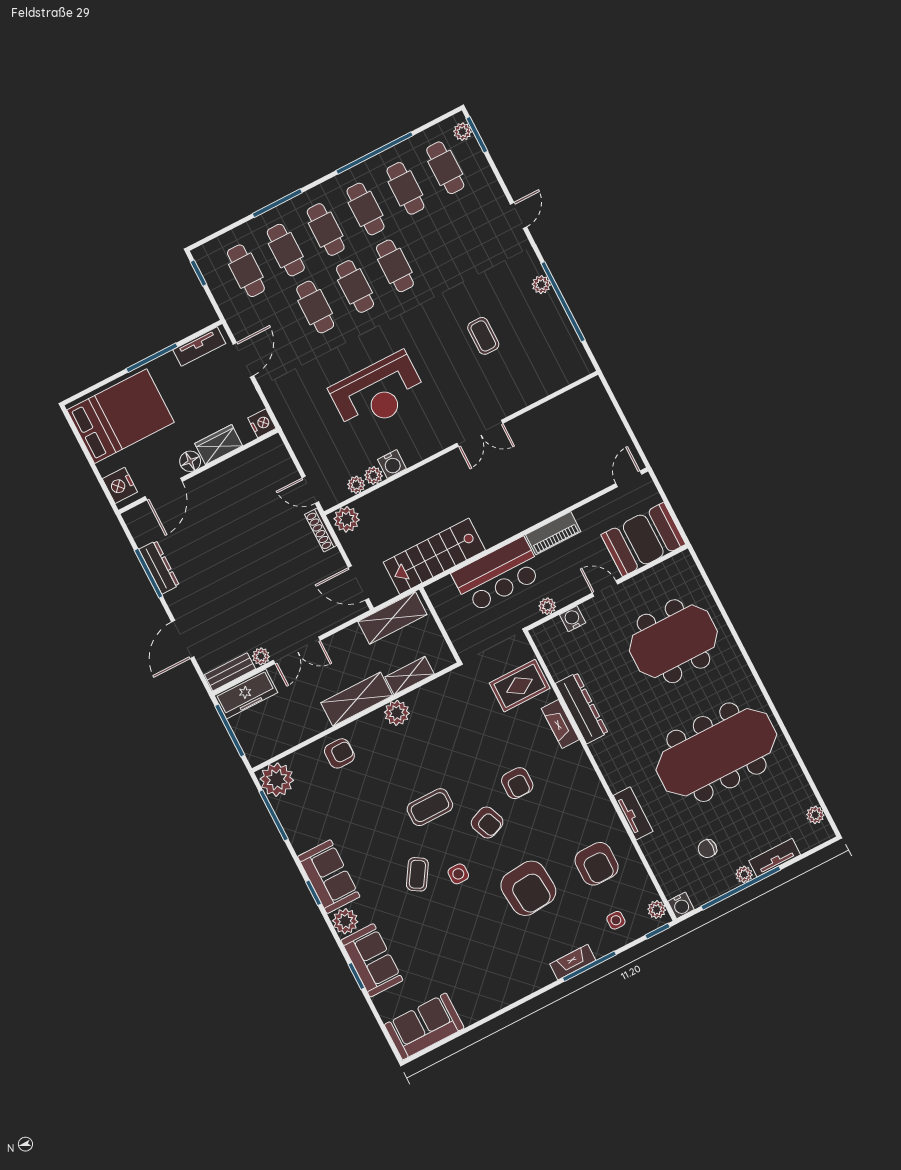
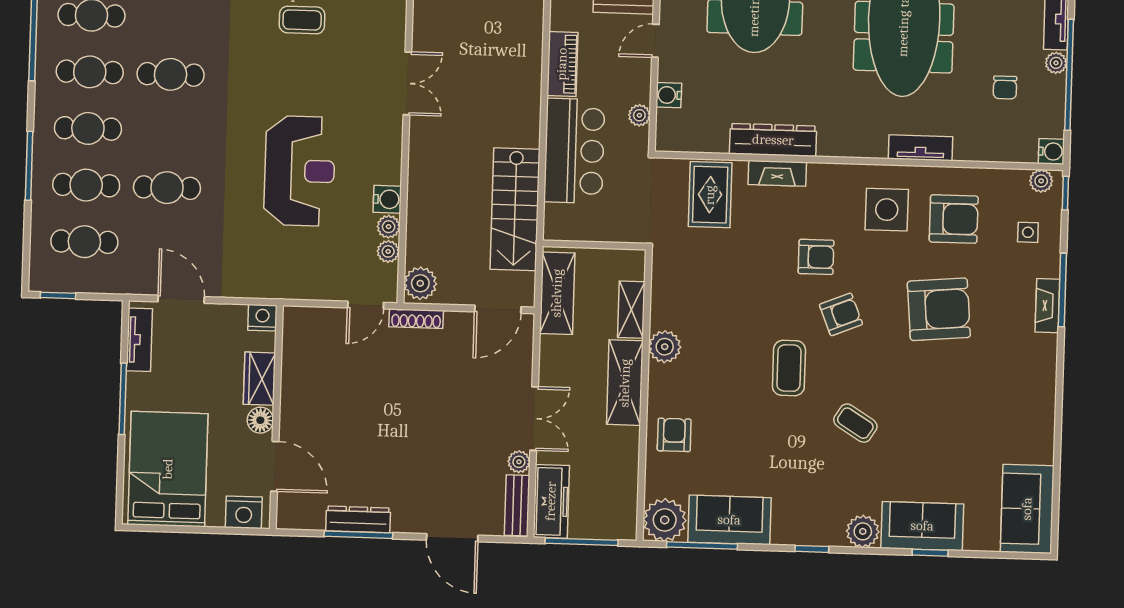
cafe table: (355, 286) -> (169, 131), removed
side table: (458, 874) -> (887, 210), moved, width x1.87, depth x1.87
sofa: (329, 877) -> (729, 520), moved

